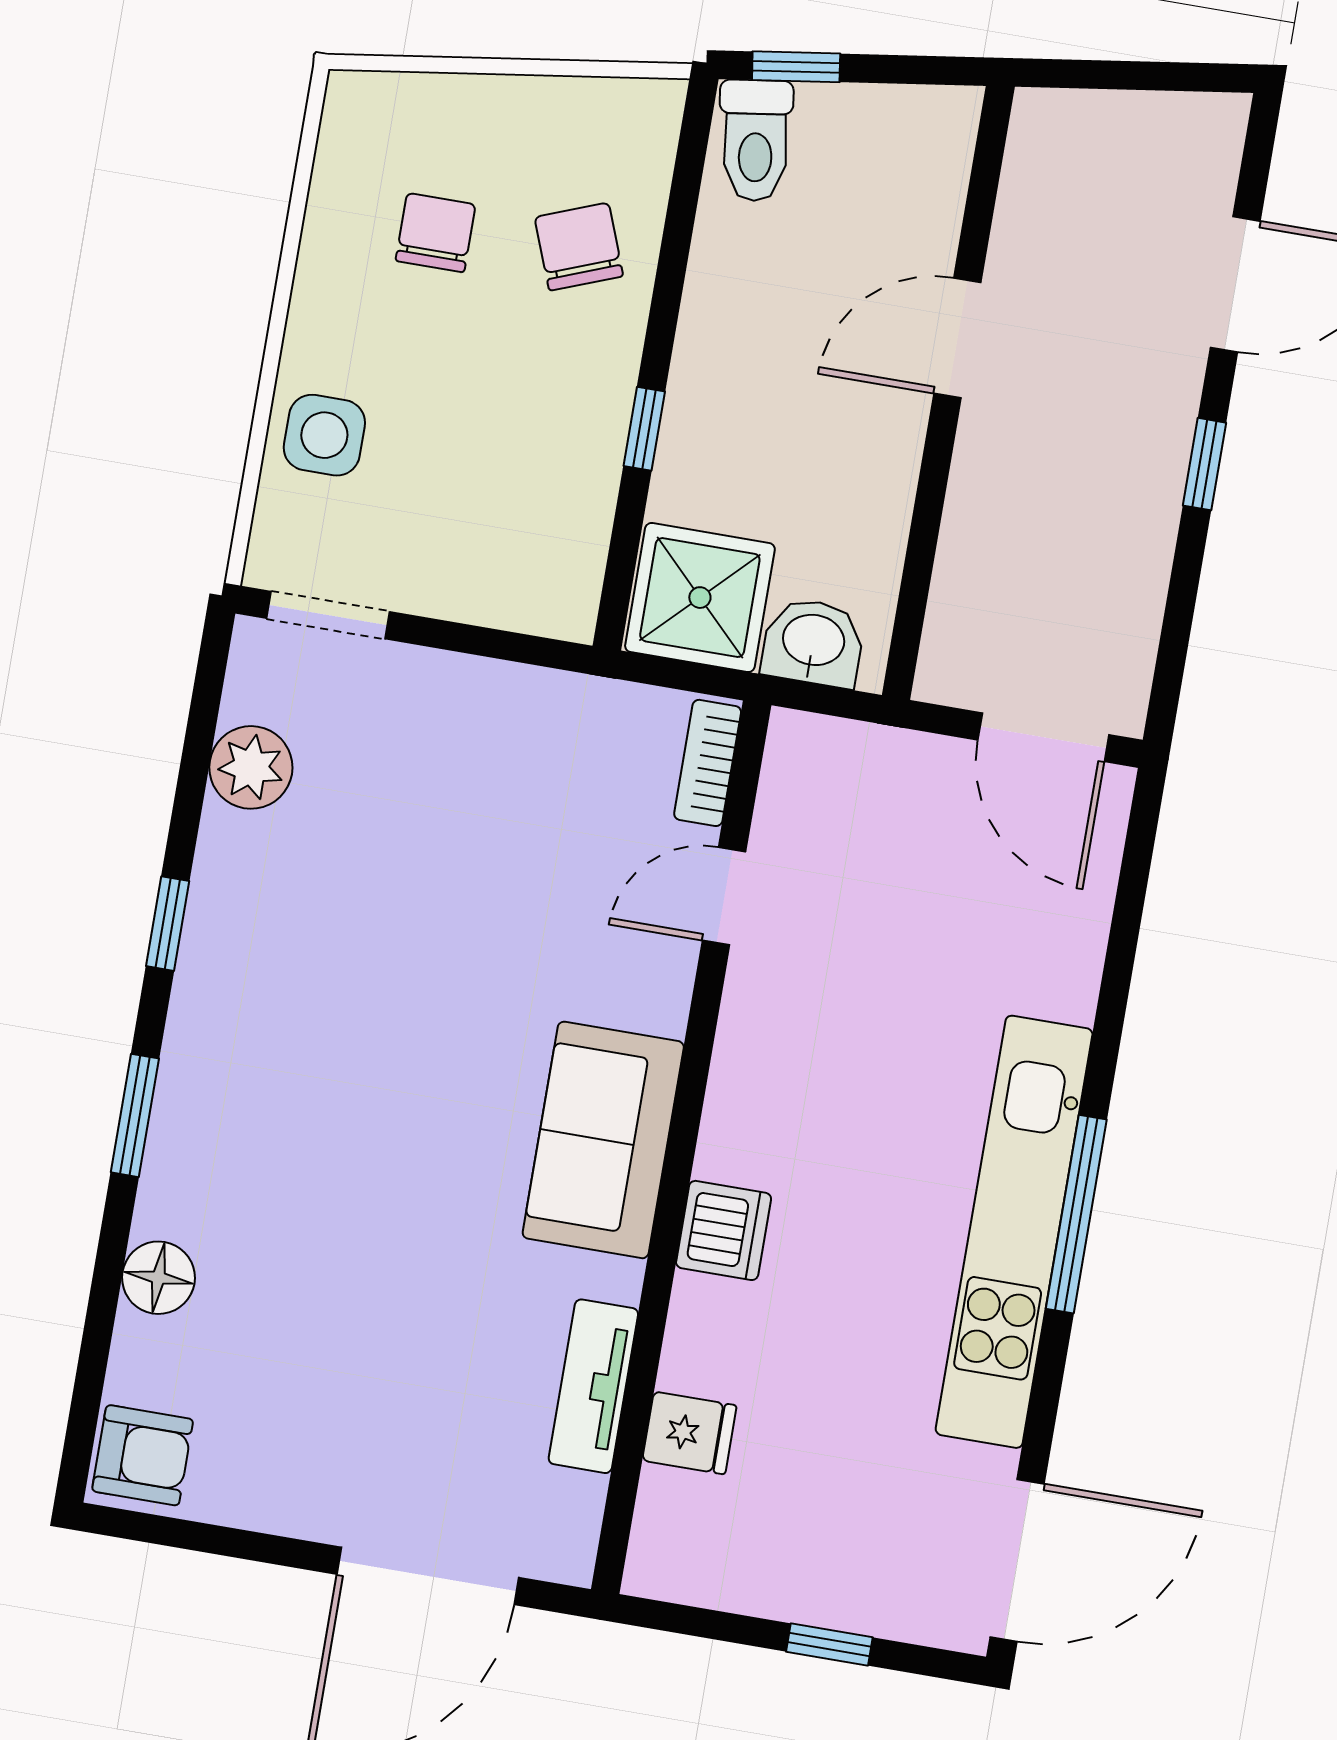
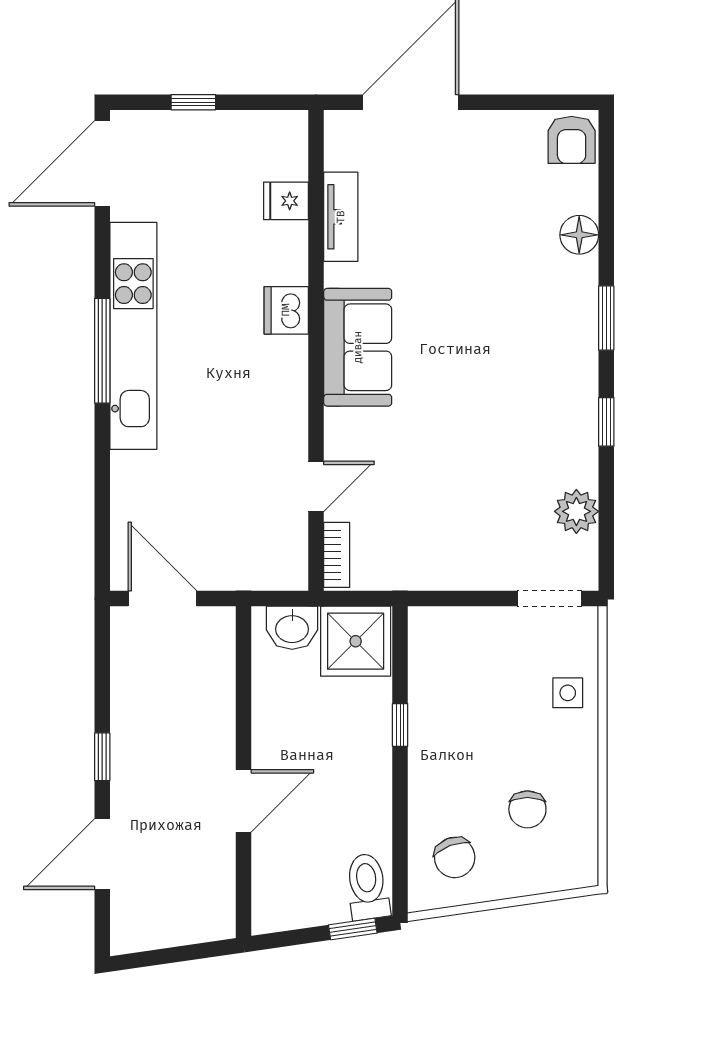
chair: (579, 247) -> (455, 857), moved
side table: (324, 435) -> (568, 693), width x0.73, depth x0.73
armchair: (143, 1455) -> (572, 140), turned -90

